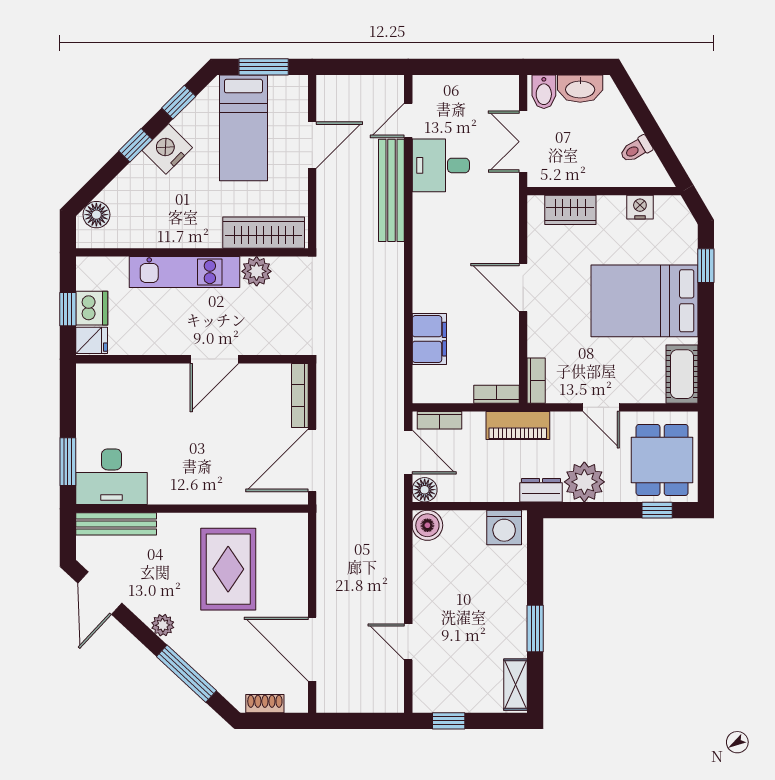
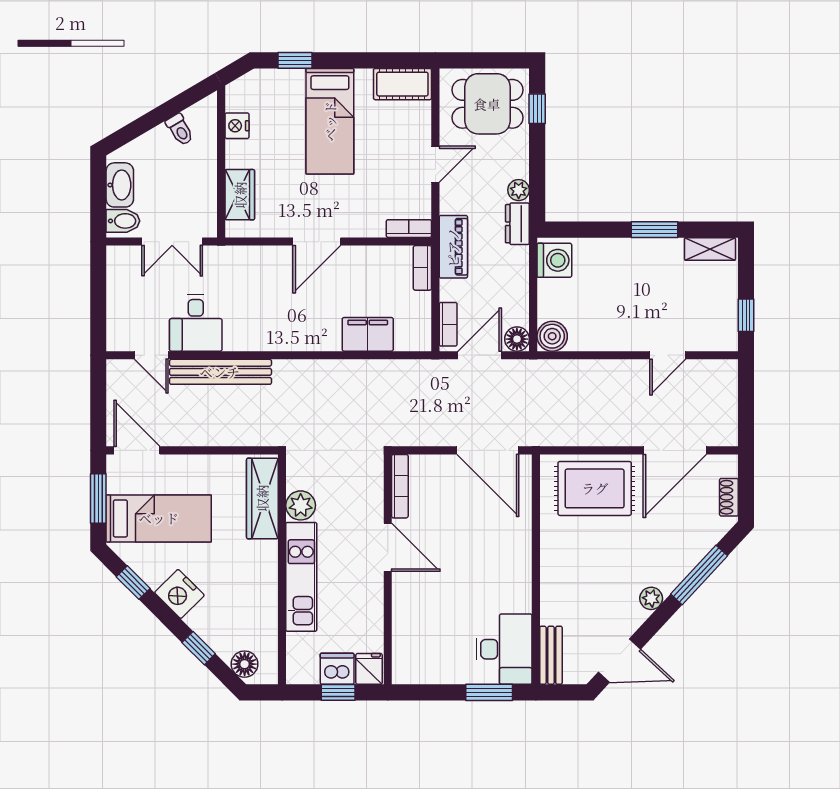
window: (136, 145) -> (199, 648), moved
door: (312, 145) -> (137, 450), moved
bed: (644, 301) -> (330, 121), width x0.67
bookcase: (300, 395) -> (400, 486), moved, turned -90
plant: (584, 482) -> (519, 190), width x0.53, depth x0.53
bench: (116, 524) -> (551, 655), width x0.73
rug: (228, 569) -> (595, 488), moved

